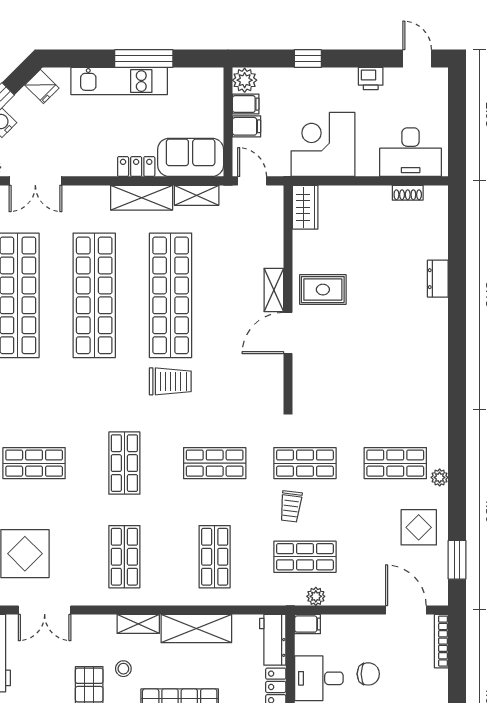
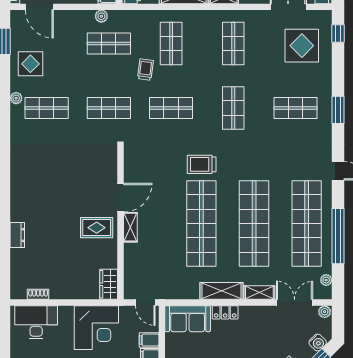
shelving: (197, 195) -> (259, 292), moved
trolley: (291, 506) -> (145, 70), moved

